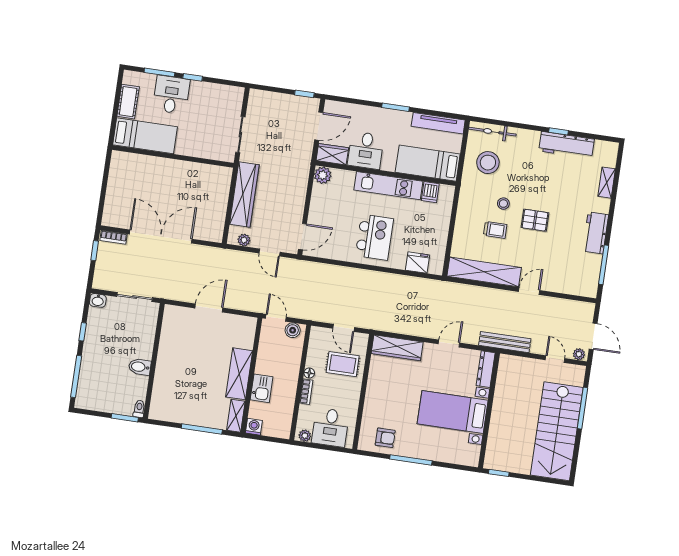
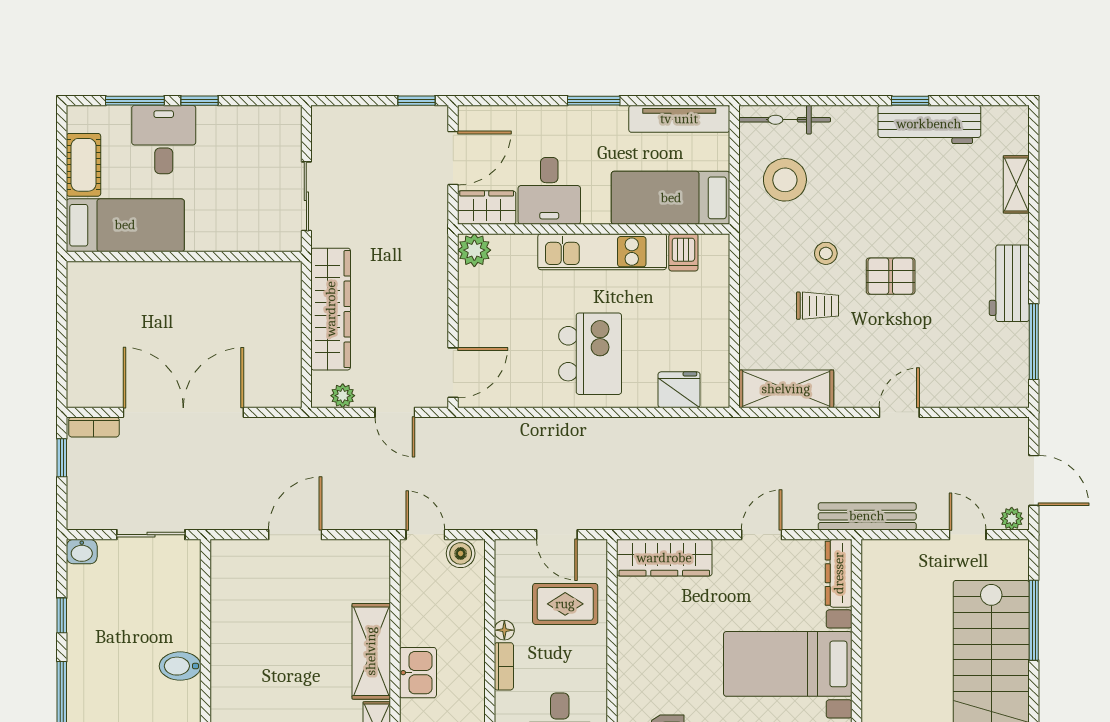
shelving: (484, 272) -> (786, 389), width x0.68

